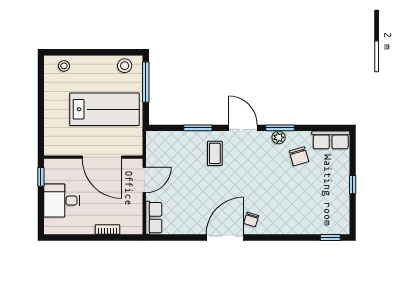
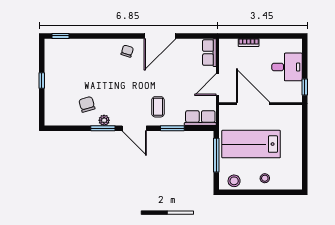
stool: (64, 66) -> (265, 178), moved
window: (146, 82) -> (216, 155), moved
row of seats: (331, 140) -> (200, 118), moved
door: (225, 237) -> (160, 36), moved

